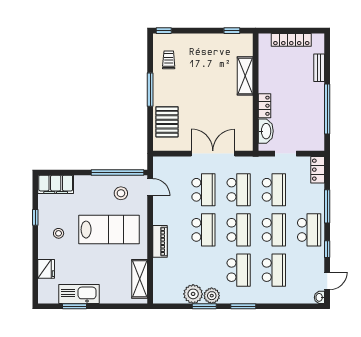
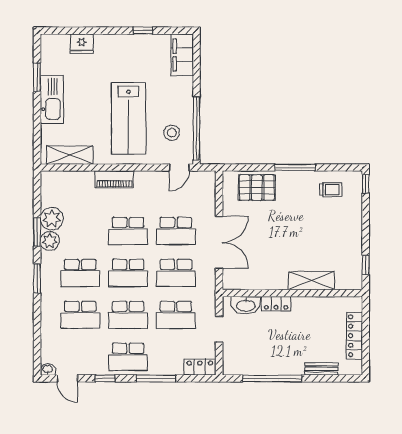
stool: (59, 233) -> (124, 58), removed
kitchen sink: (79, 294) -> (52, 99), moved

